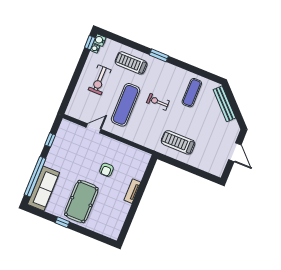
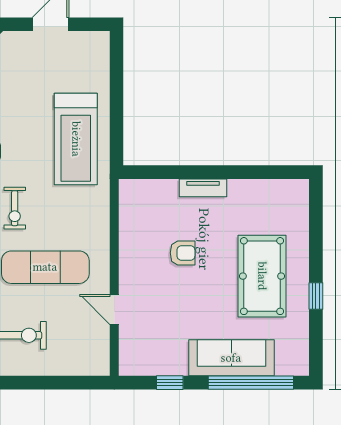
treadmill: (178, 142) -> (76, 139), width x1.37, depth x1.38
sofa: (43, 188) -> (231, 358), moved
pool table: (81, 201) -> (262, 276), turned 90

